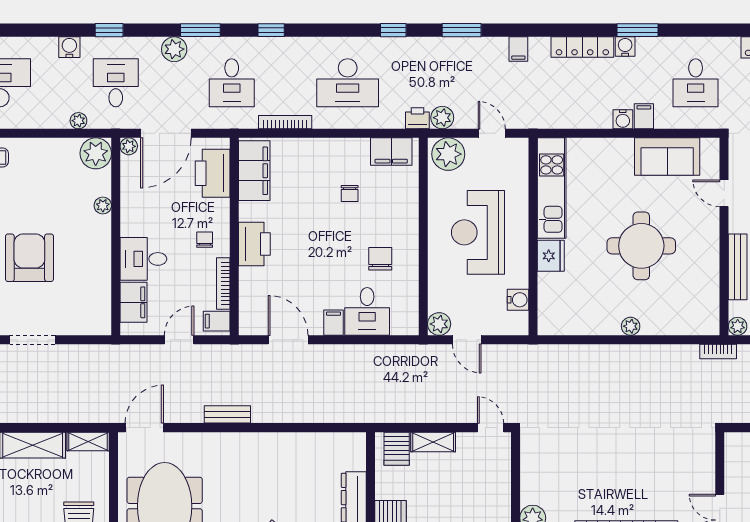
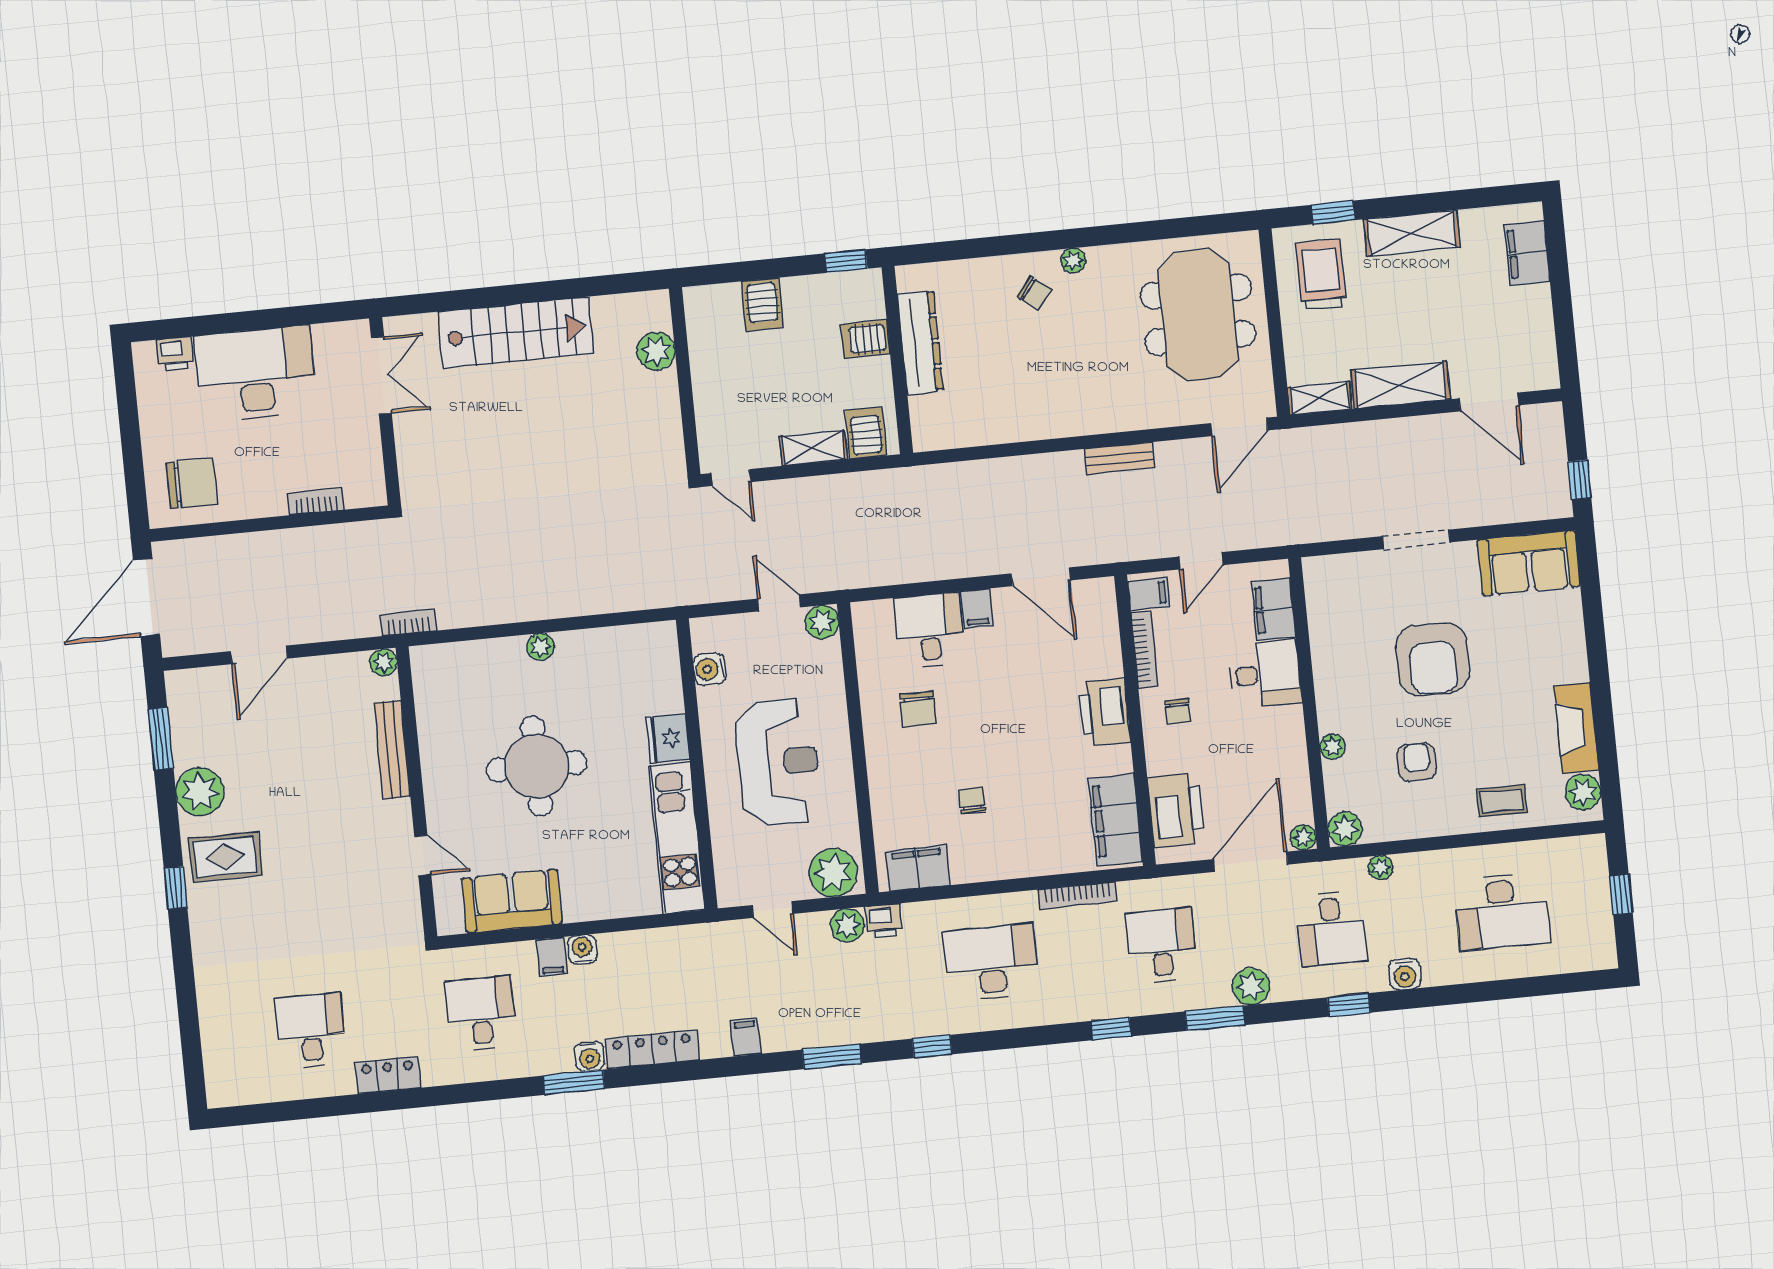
plant: (96, 153) -> (1345, 829), width x0.73, depth x0.73
armchair: (47, 189) -> (1417, 762), added

